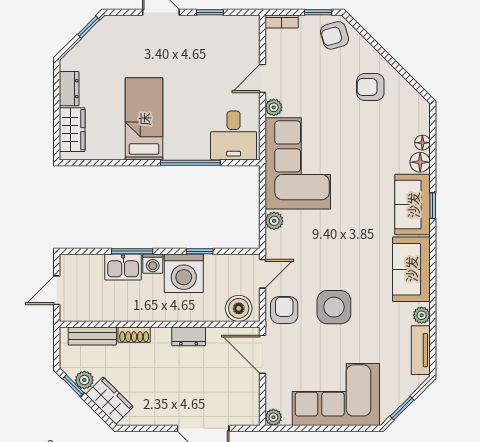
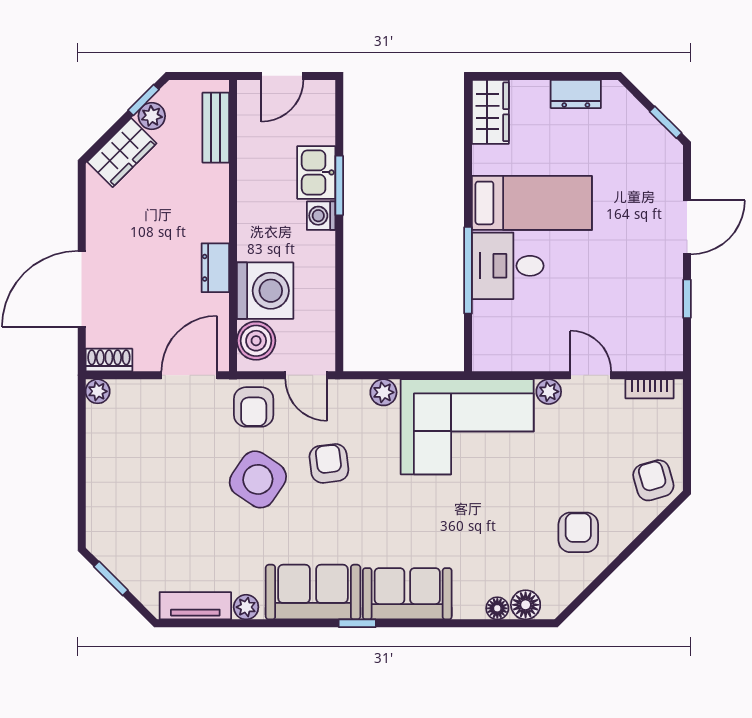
window: (318, 12) -> (687, 456), removed
bookcase: (282, 22) -> (650, 389), moved, turned -90
wardrobe: (72, 130) -> (490, 112), moved, turned -90
desk: (234, 135) -> (508, 266), moved
floor lamp: (420, 162) -> (526, 605), moved
window: (433, 206) -> (357, 623), moved
window: (200, 251) -> (339, 284), removed
armchair: (323, 258) -> (329, 463), added
washing machine: (184, 273) -> (265, 291), moved, turned 180
door: (57, 290) -> (282, 76), swing flipped
side table: (334, 307) -> (258, 479), turned 34
armchair: (284, 310) -> (254, 407), turned 90
shoe rack: (134, 335) -> (109, 360), moved, turned 90
corner sofa: (336, 395) -> (131, 482), removed

